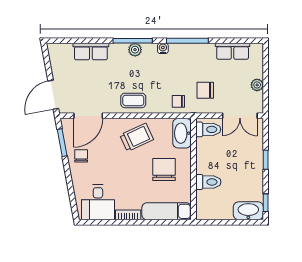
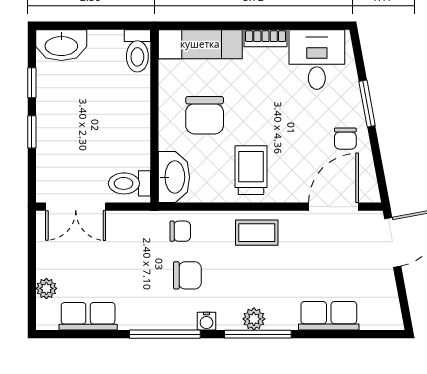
plant: (257, 85) -> (46, 288), moved
chair: (205, 90) -> (187, 275), moved
double door: (240, 116) -> (76, 207), swing flipped
trolley: (137, 137) -> (251, 170), turned 115
window: (62, 143) -> (367, 103), moved
toilet: (208, 182) -> (137, 51), moved, turned -90
window: (266, 203) -> (32, 83), moved

